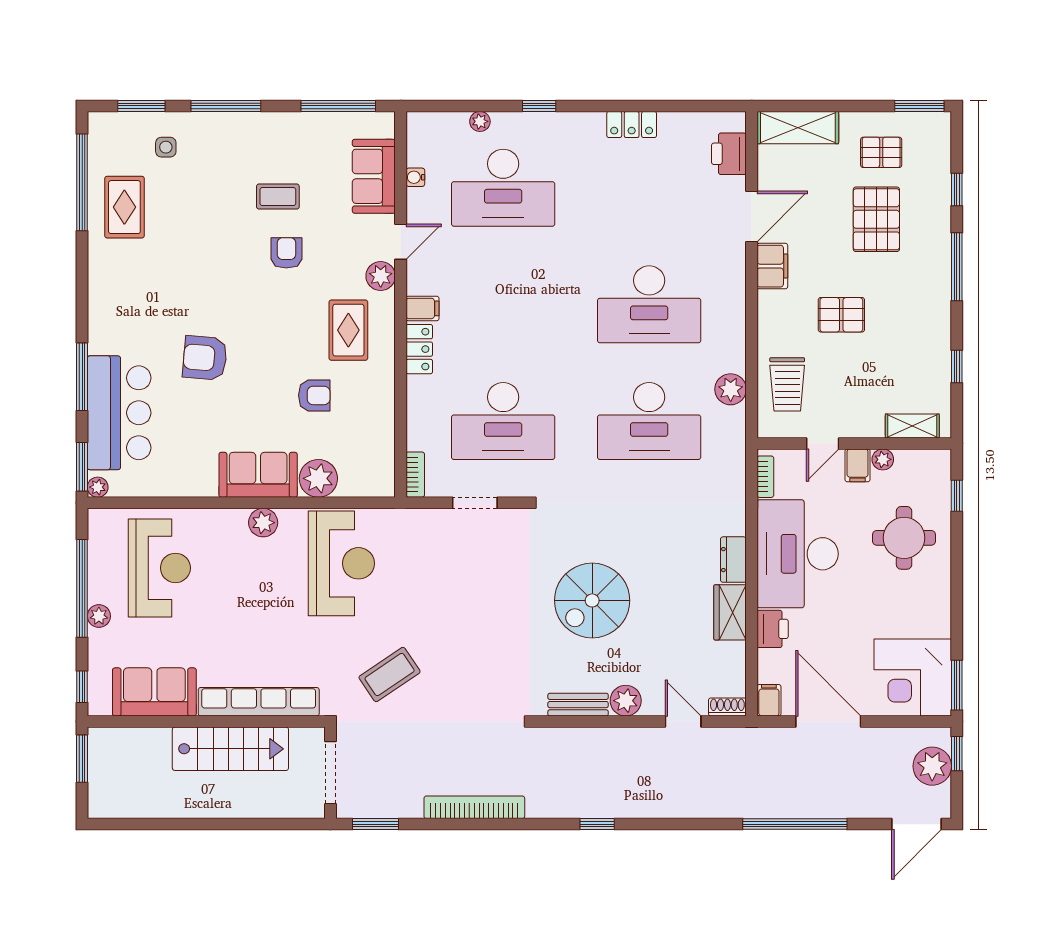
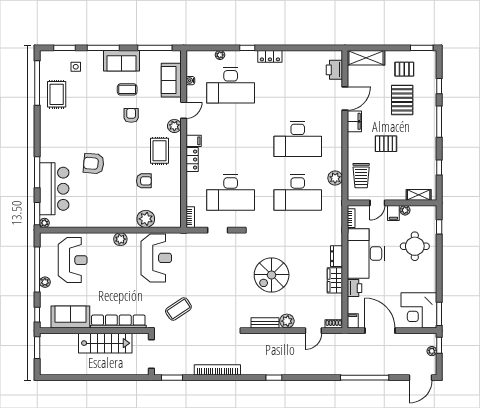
locker: (632, 125) -> (270, 56), moved
sofa: (258, 475) -> (122, 61), moved, turned 180
door: (683, 721) -> (313, 331), swing flipped
plant: (932, 766) -> (432, 351), width x0.53, depth x0.53

